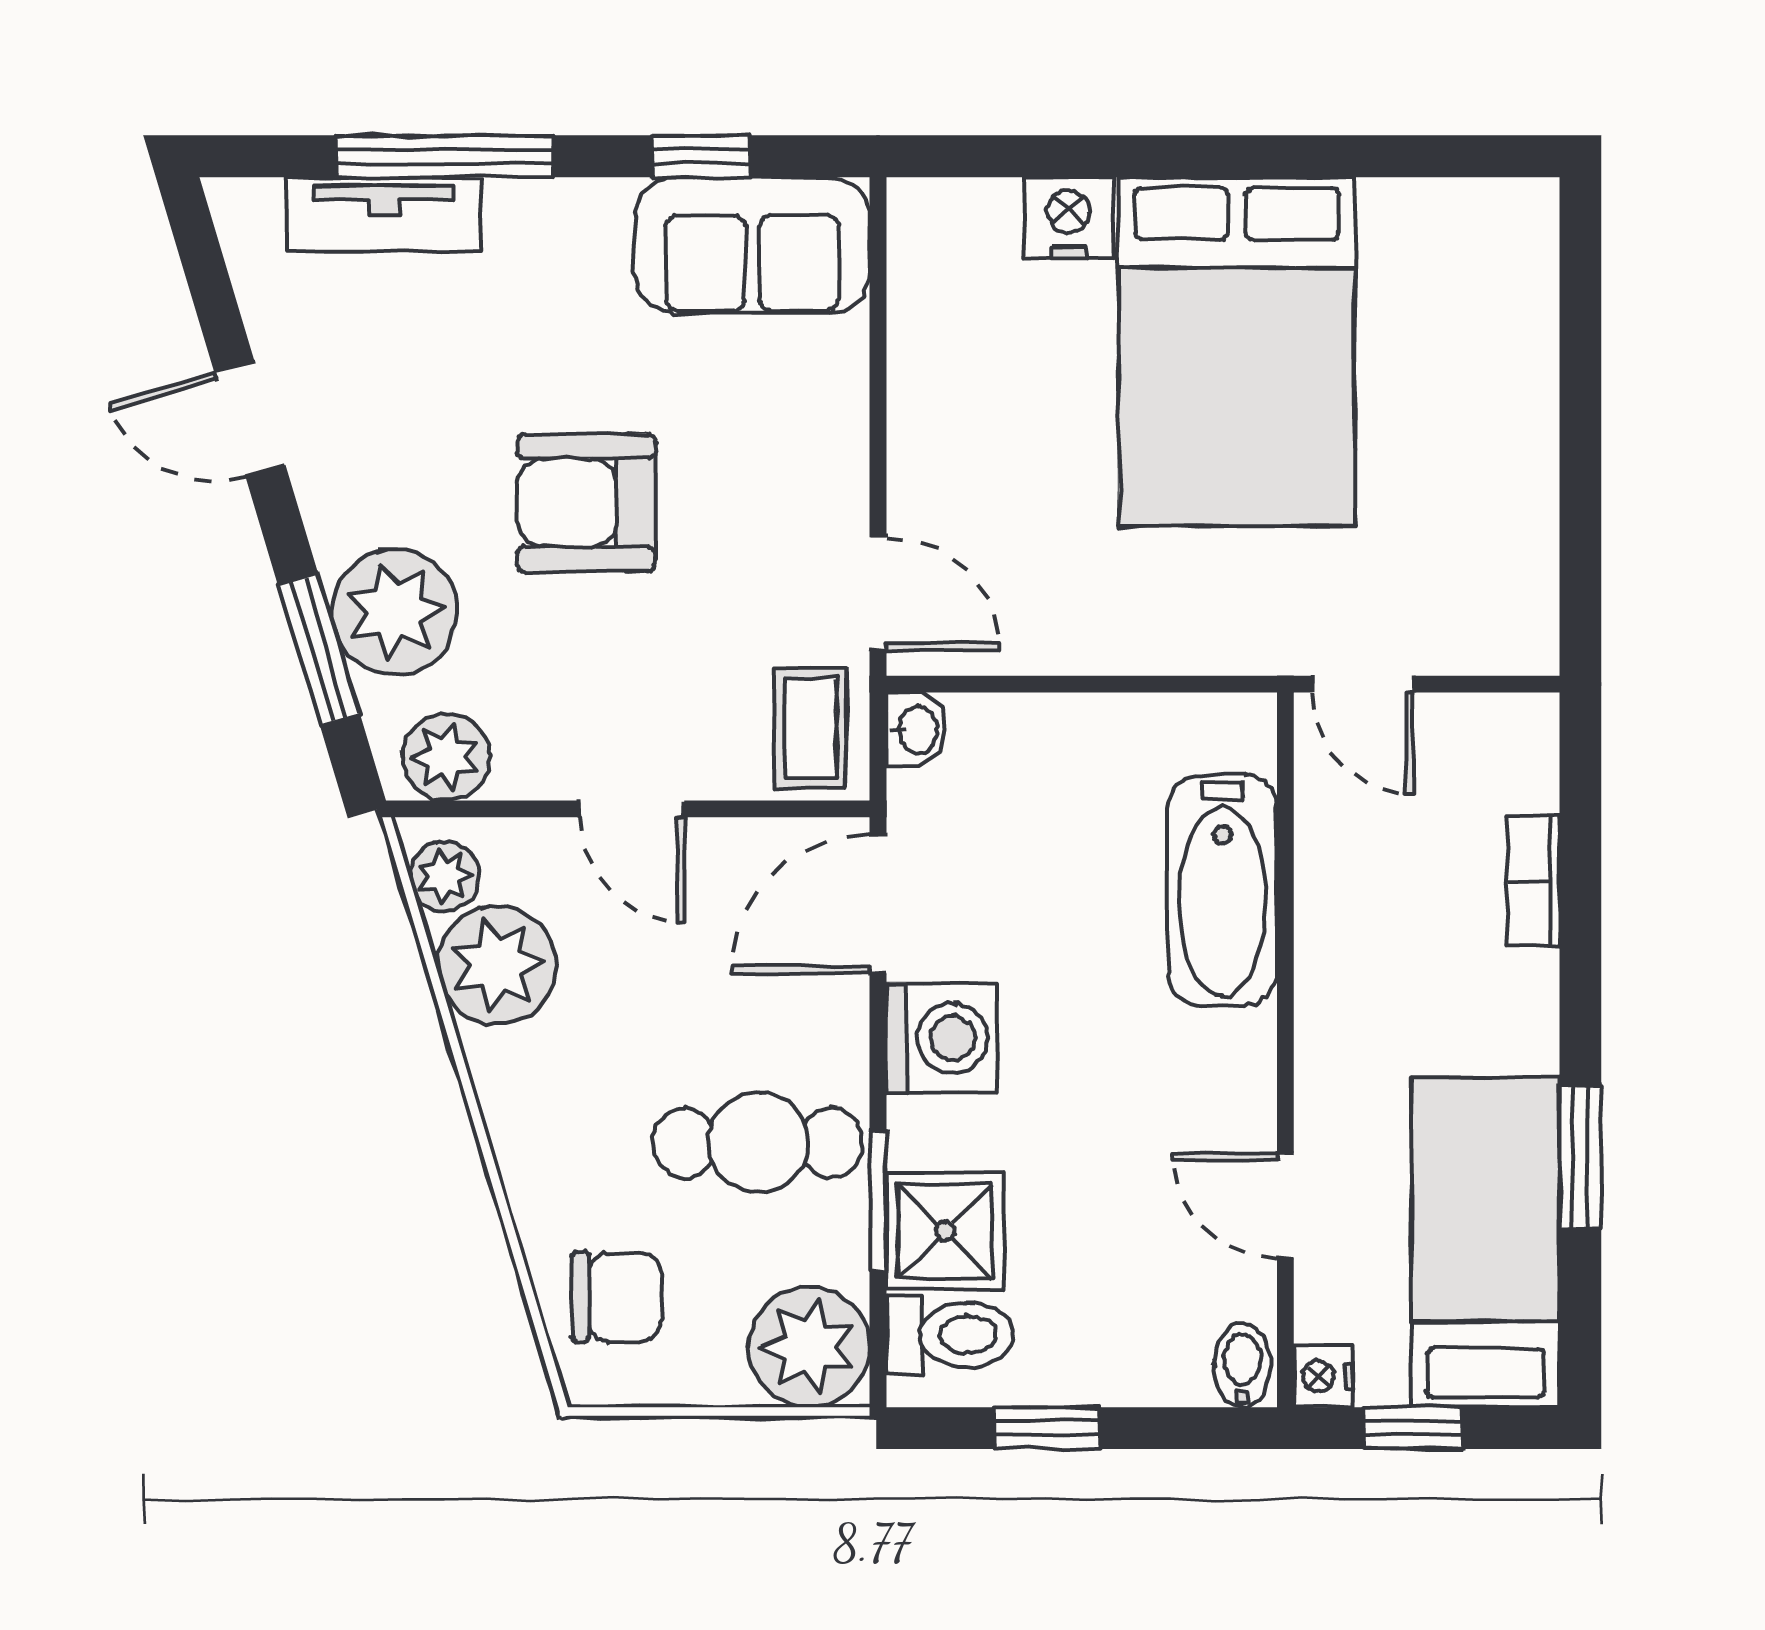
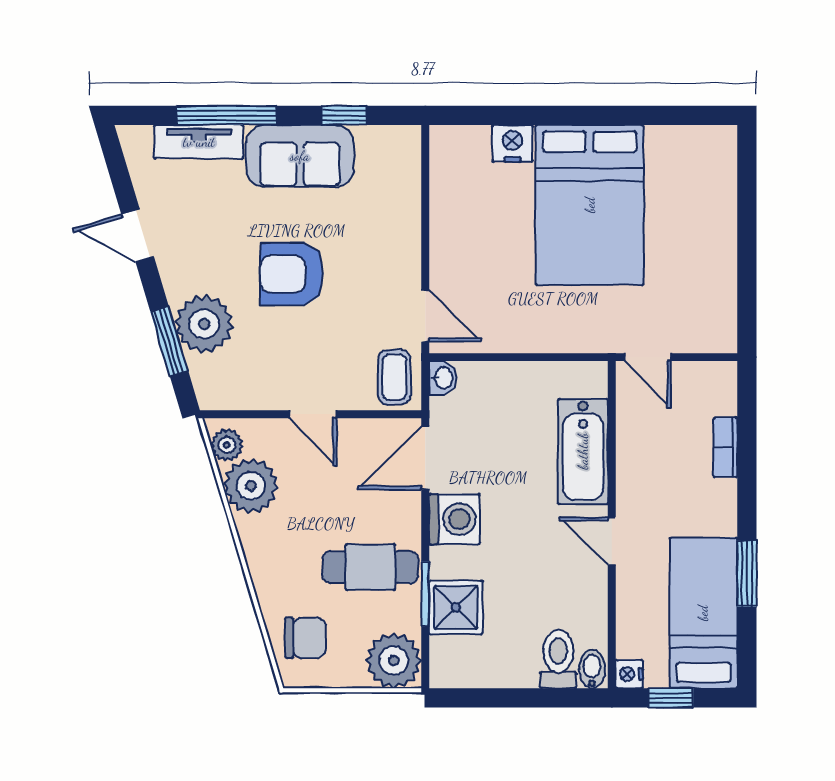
sofa: (752, 245) -> (300, 156), moved
plant: (446, 757) -> (228, 390), removed
door: (1285, 1205) -> (612, 541), moved
toilet: (950, 1335) -> (558, 659), moved, turned -90
window: (1047, 1428) -> (503, 698), removed

